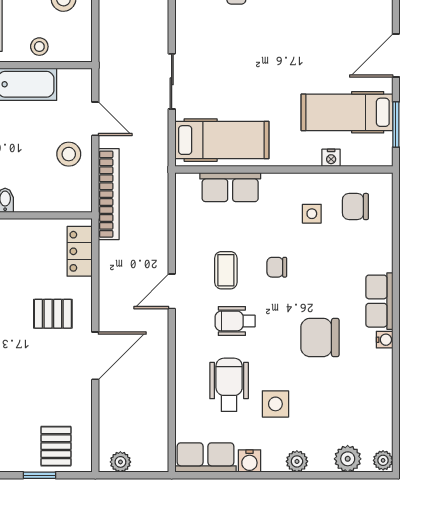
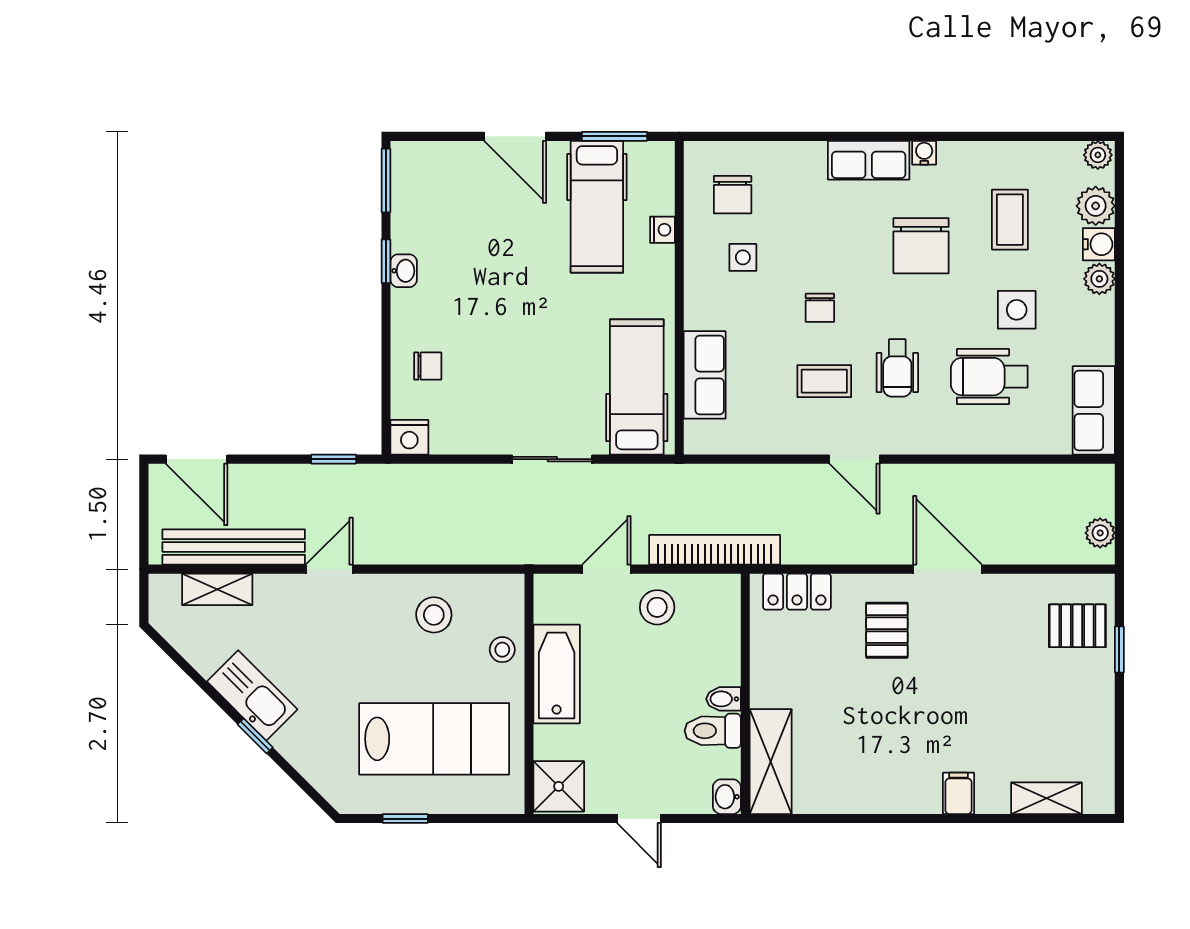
coffee table: (338, 399) -> (1010, 220), added
water cooler: (249, 461) -> (1099, 244), moved

